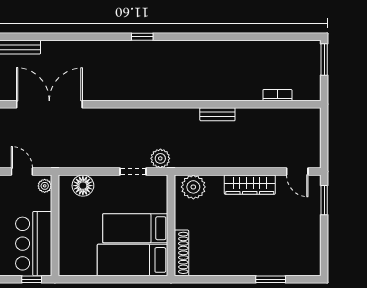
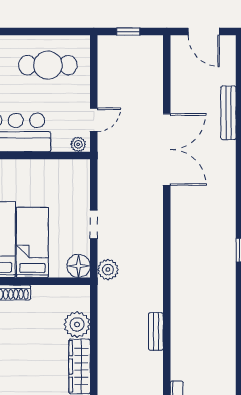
doorway: (133, 171) -> (94, 224), moved
floor lamp: (83, 186) -> (79, 266), moved
plant: (193, 187) -> (77, 324), moved

